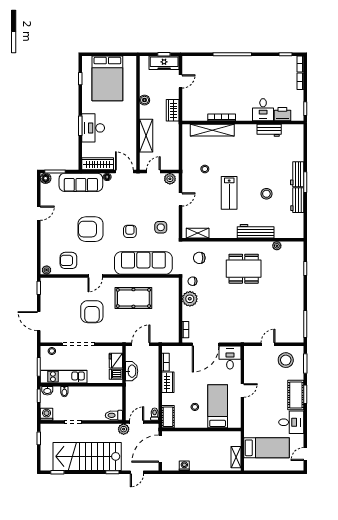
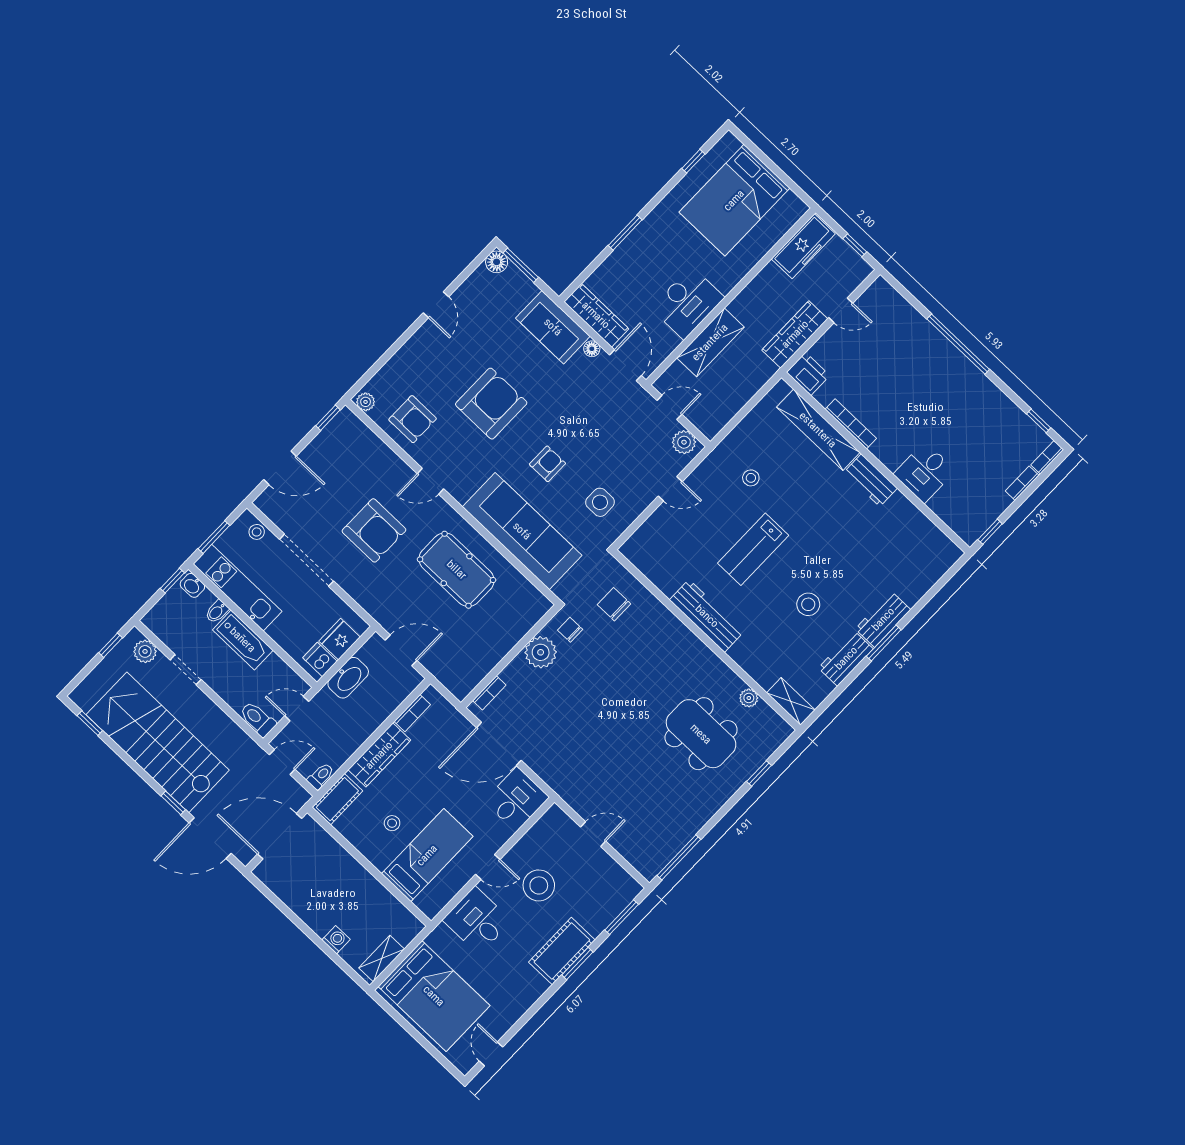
freezer: (164, 63) -> (803, 246), moved, turned -90
boiler: (145, 100) -> (759, 286), removed
wardrobe: (173, 110) -> (795, 334), width x1.50
printer: (282, 114) -> (808, 374), moved
desk: (93, 128) -> (688, 303), moved, turned 180
workbench: (269, 130) -> (871, 480), moved
sofa: (81, 182) -> (553, 327), width x0.73
door: (39, 213) -> (436, 305), hinge flipped
armchair: (91, 229) -> (491, 404), turned 90
workbench: (256, 231) -> (707, 616), moved
shelving: (198, 233) -> (791, 701), moved
armchair: (68, 260) -> (413, 419), turned 180
dining table: (244, 269) -> (701, 734), moved
armchair: (92, 312) -> (374, 530), turned -90
door: (39, 321) -> (280, 468), swing flipped
stool: (286, 360) -> (539, 885), moved
wardrobe: (168, 382) -> (379, 755), width x1.50
bathtub: (83, 393) -> (243, 640), added
door: (124, 399) -> (297, 709), added
washing machine: (47, 414) -> (157, 620), removed
desk: (291, 422) -> (477, 920), moved, turned 180
plant: (124, 429) -> (145, 651), moved
bed: (267, 448) -> (434, 996), width x1.50
door: (305, 454) -> (491, 1054), hinge flipped
washing machine: (184, 466) -> (336, 940), moved
door: (137, 472) -> (210, 838), width x1.87

